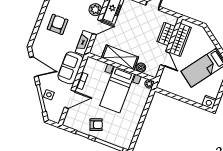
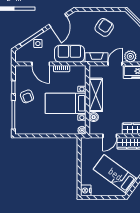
armchair: (58, 24) -> (104, 27), turned -56
door: (97, 27) -> (115, 64), swing flipped

